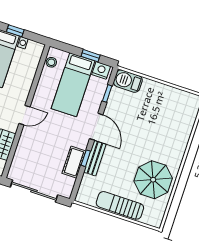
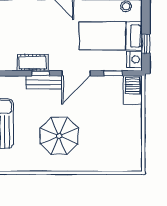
parasol: (153, 180) -> (59, 136), moved

